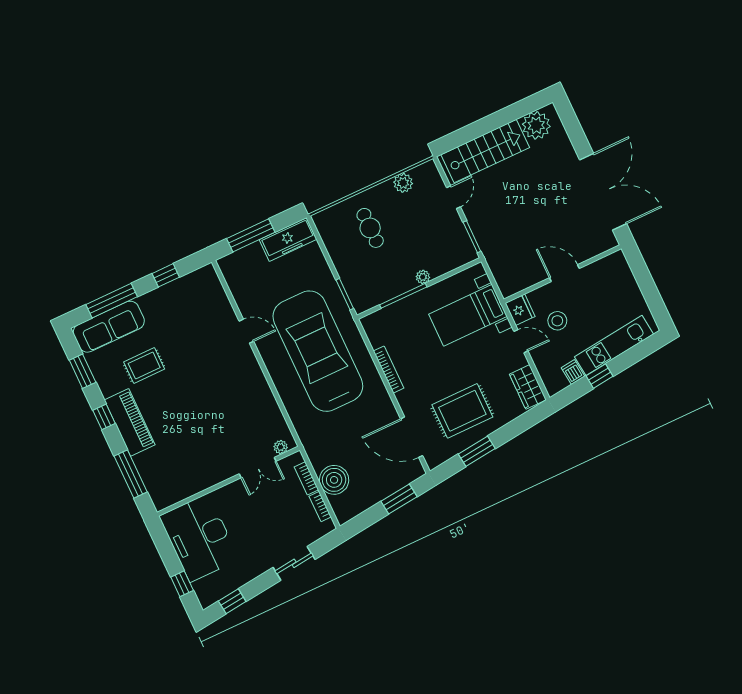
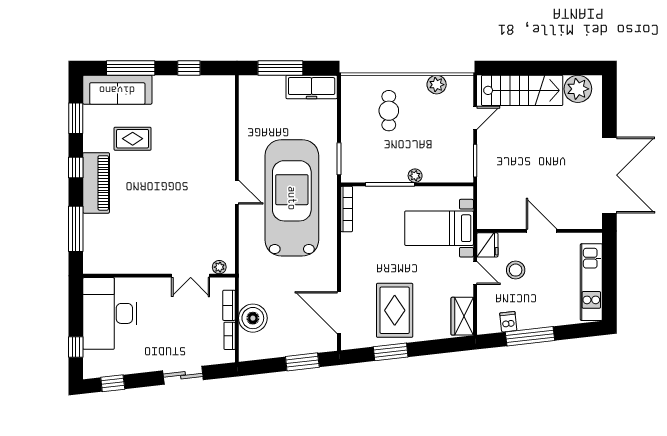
door: (246, 331) -> (237, 192), moved
kitchen unit: (614, 345) -> (591, 282), moved, turned -84
bookcase: (389, 370) -> (347, 209), moved
window: (600, 376) -> (530, 336), width x2.17
rug: (462, 411) -> (395, 310), turned 90

